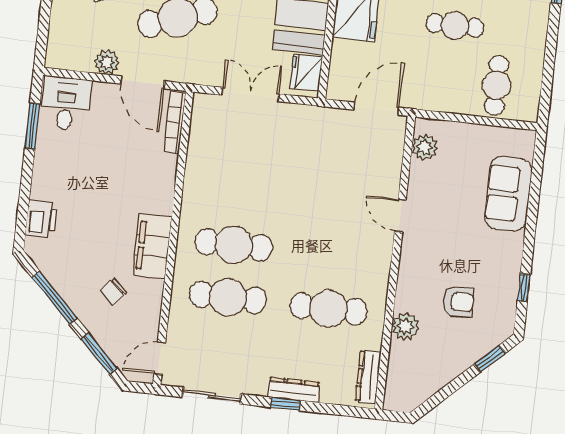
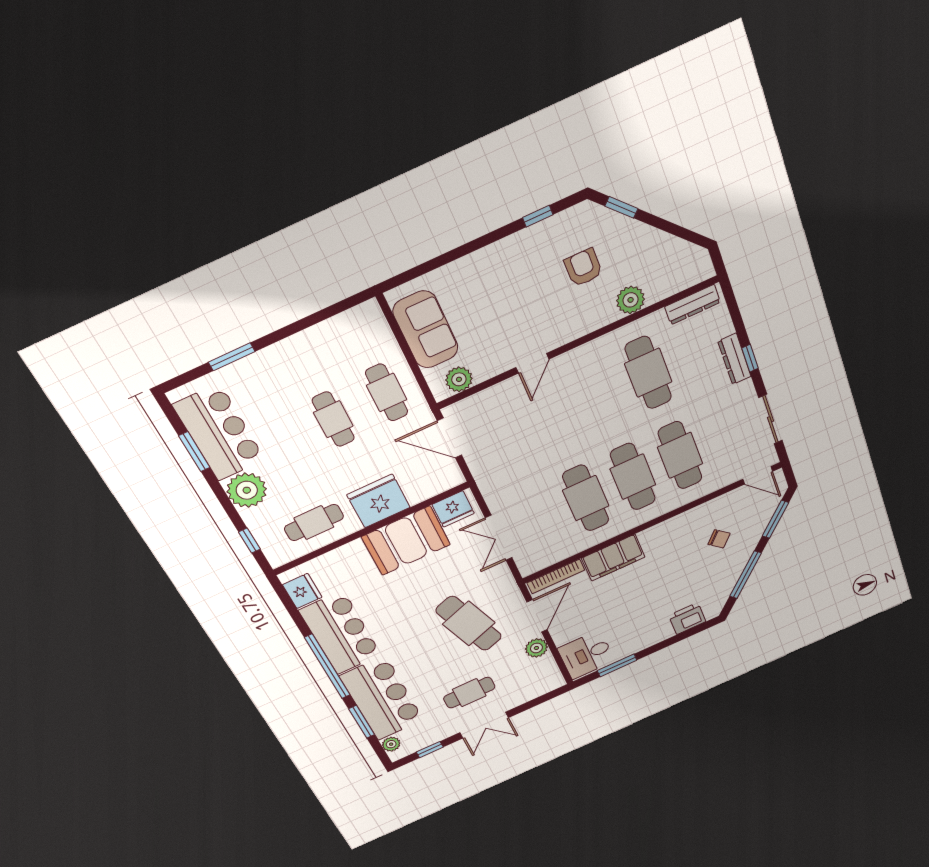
cafe table: (496, 85) -> (387, 393), moved, turned 90
cafe table: (240, 192) -> (586, 498), added
sofa: (508, 194) -> (426, 330), moved, turned -90
filing cabinet: (152, 246) -> (613, 558), moved

